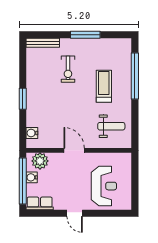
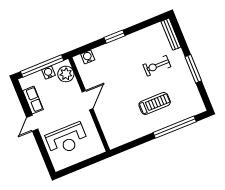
weight bench: (111, 126) -> (122, 124), removed
row of seats: (40, 203) -> (33, 100), moved

